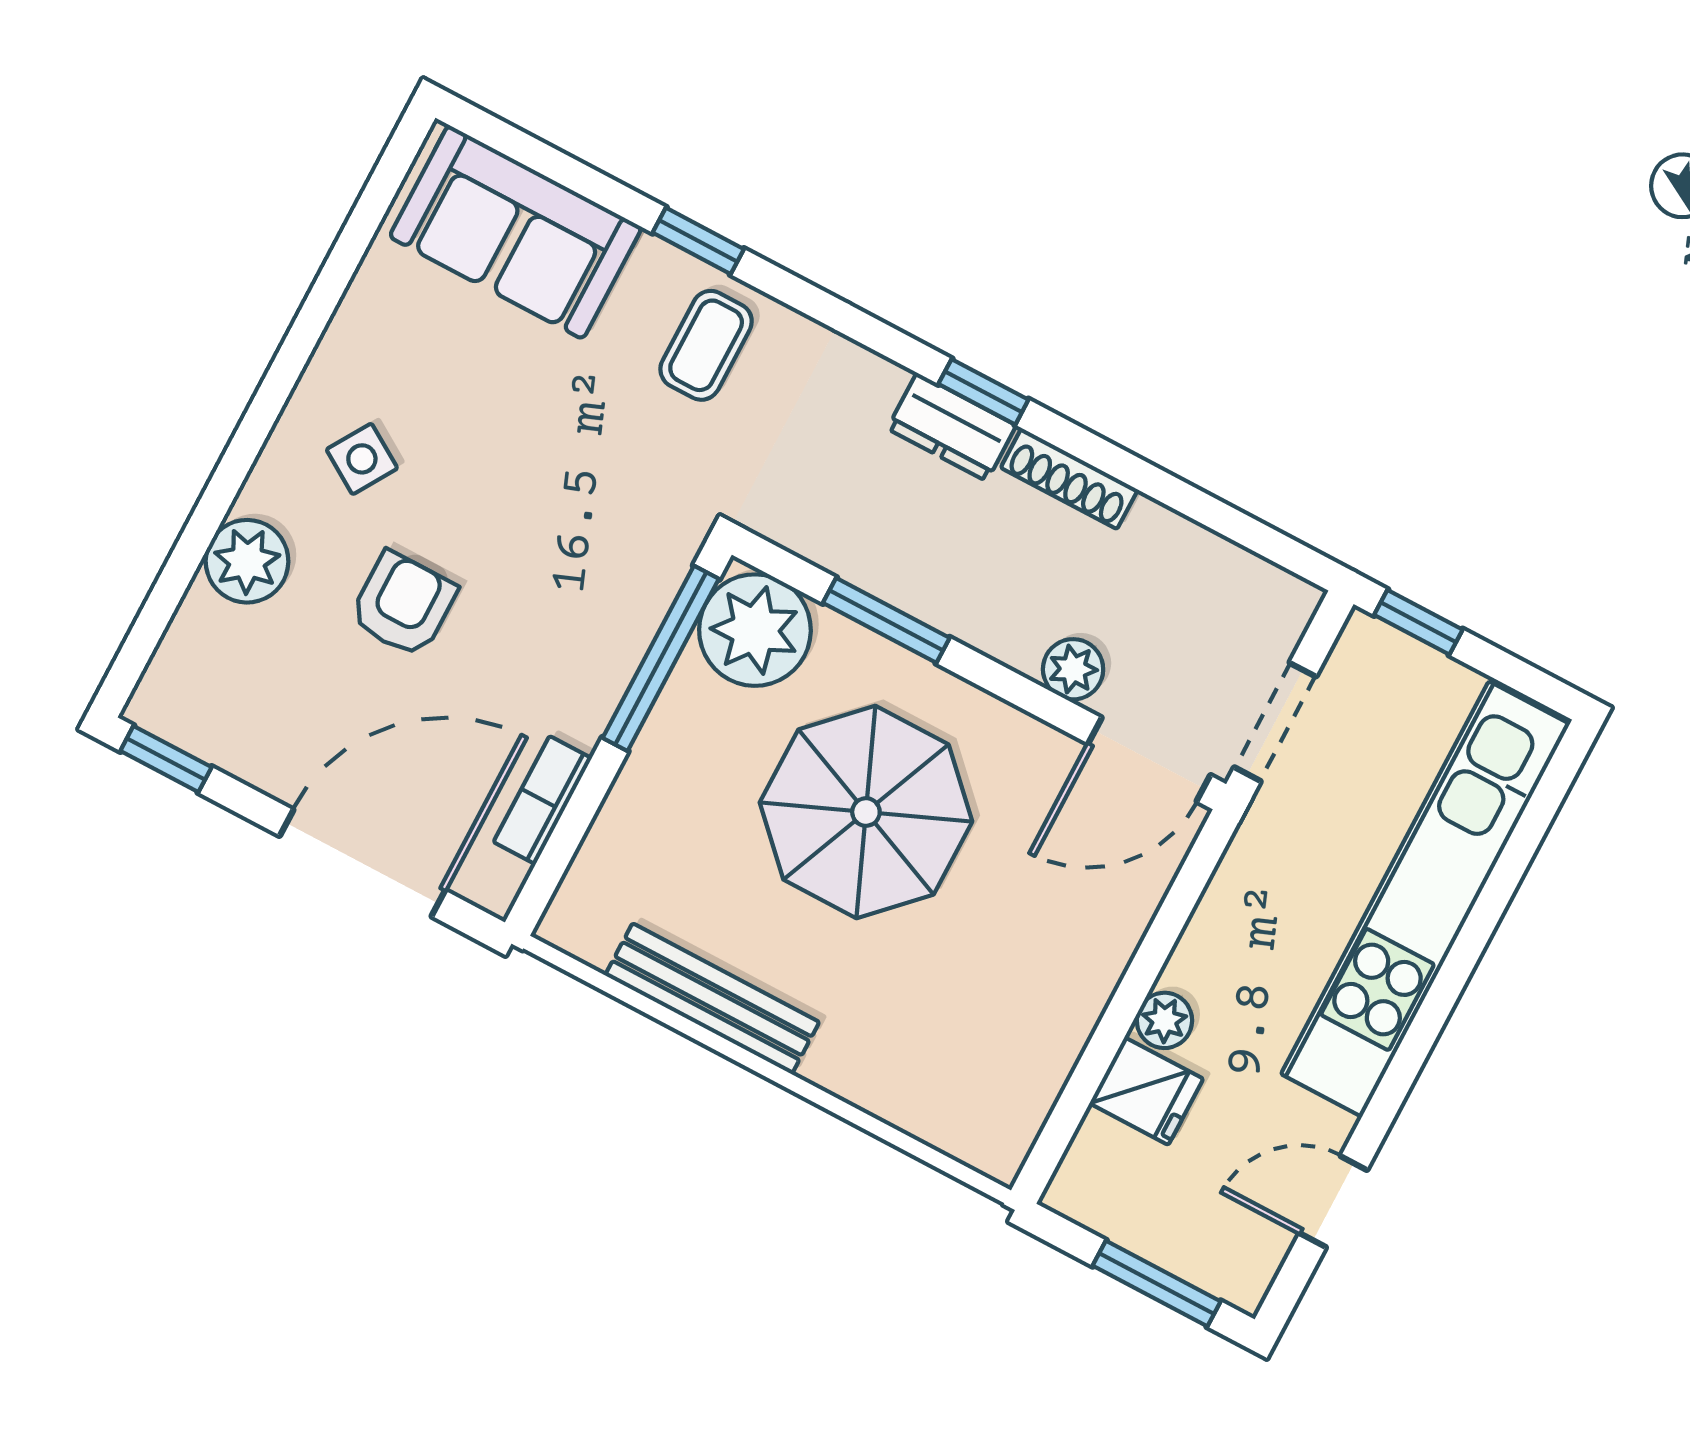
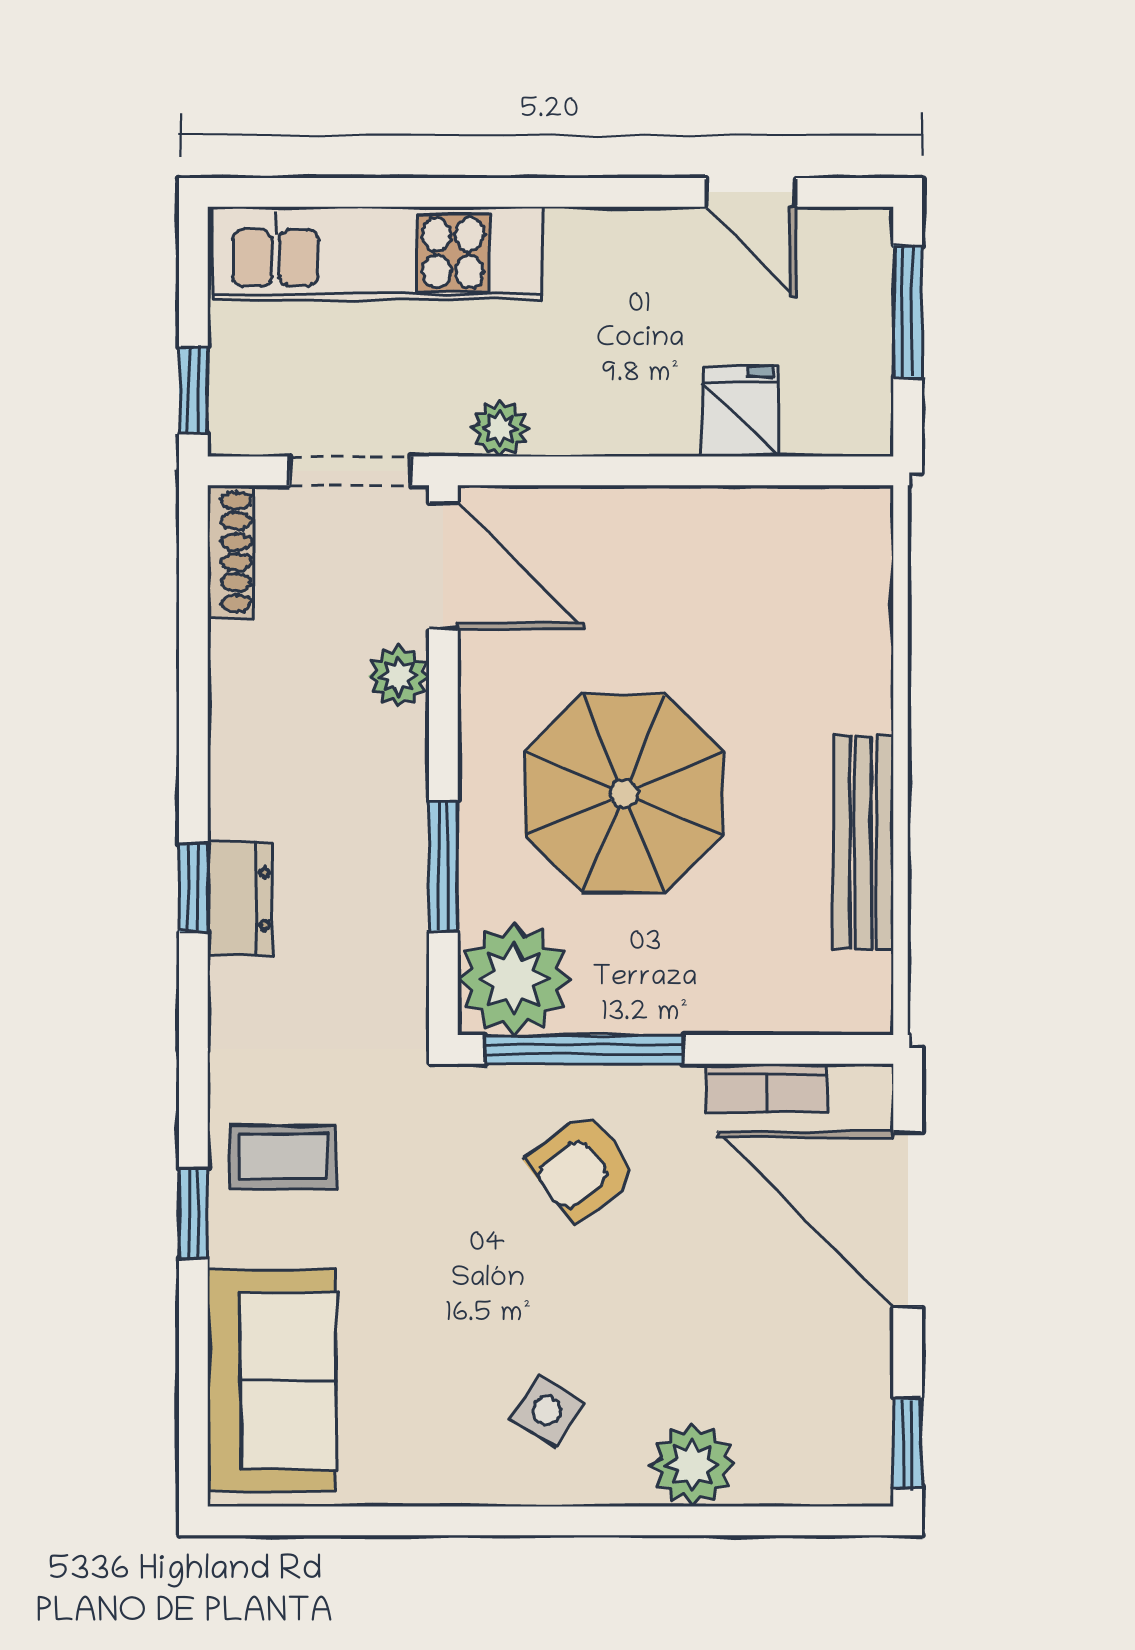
shoe rack: (1069, 479) -> (230, 552), moved
armchair: (403, 604) -> (582, 1167), moved, turned -38
kitchen unit: (1425, 899) -> (377, 253), width x0.73
plant: (1164, 1020) -> (500, 429), moved

